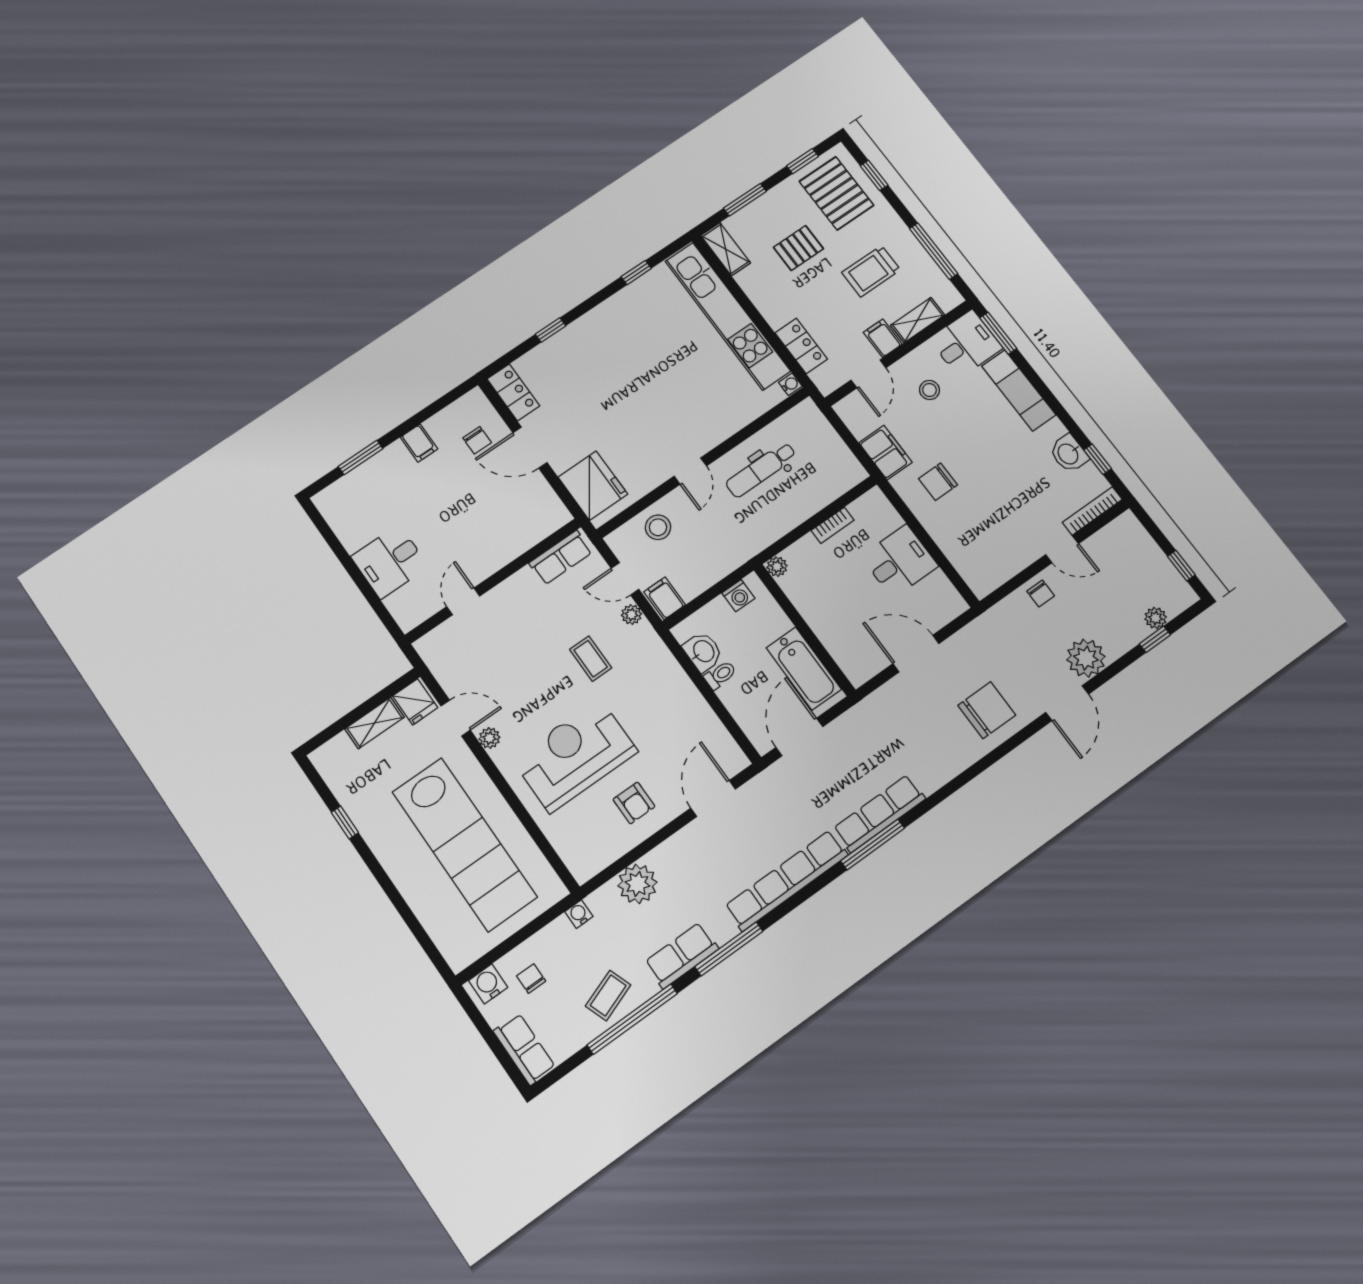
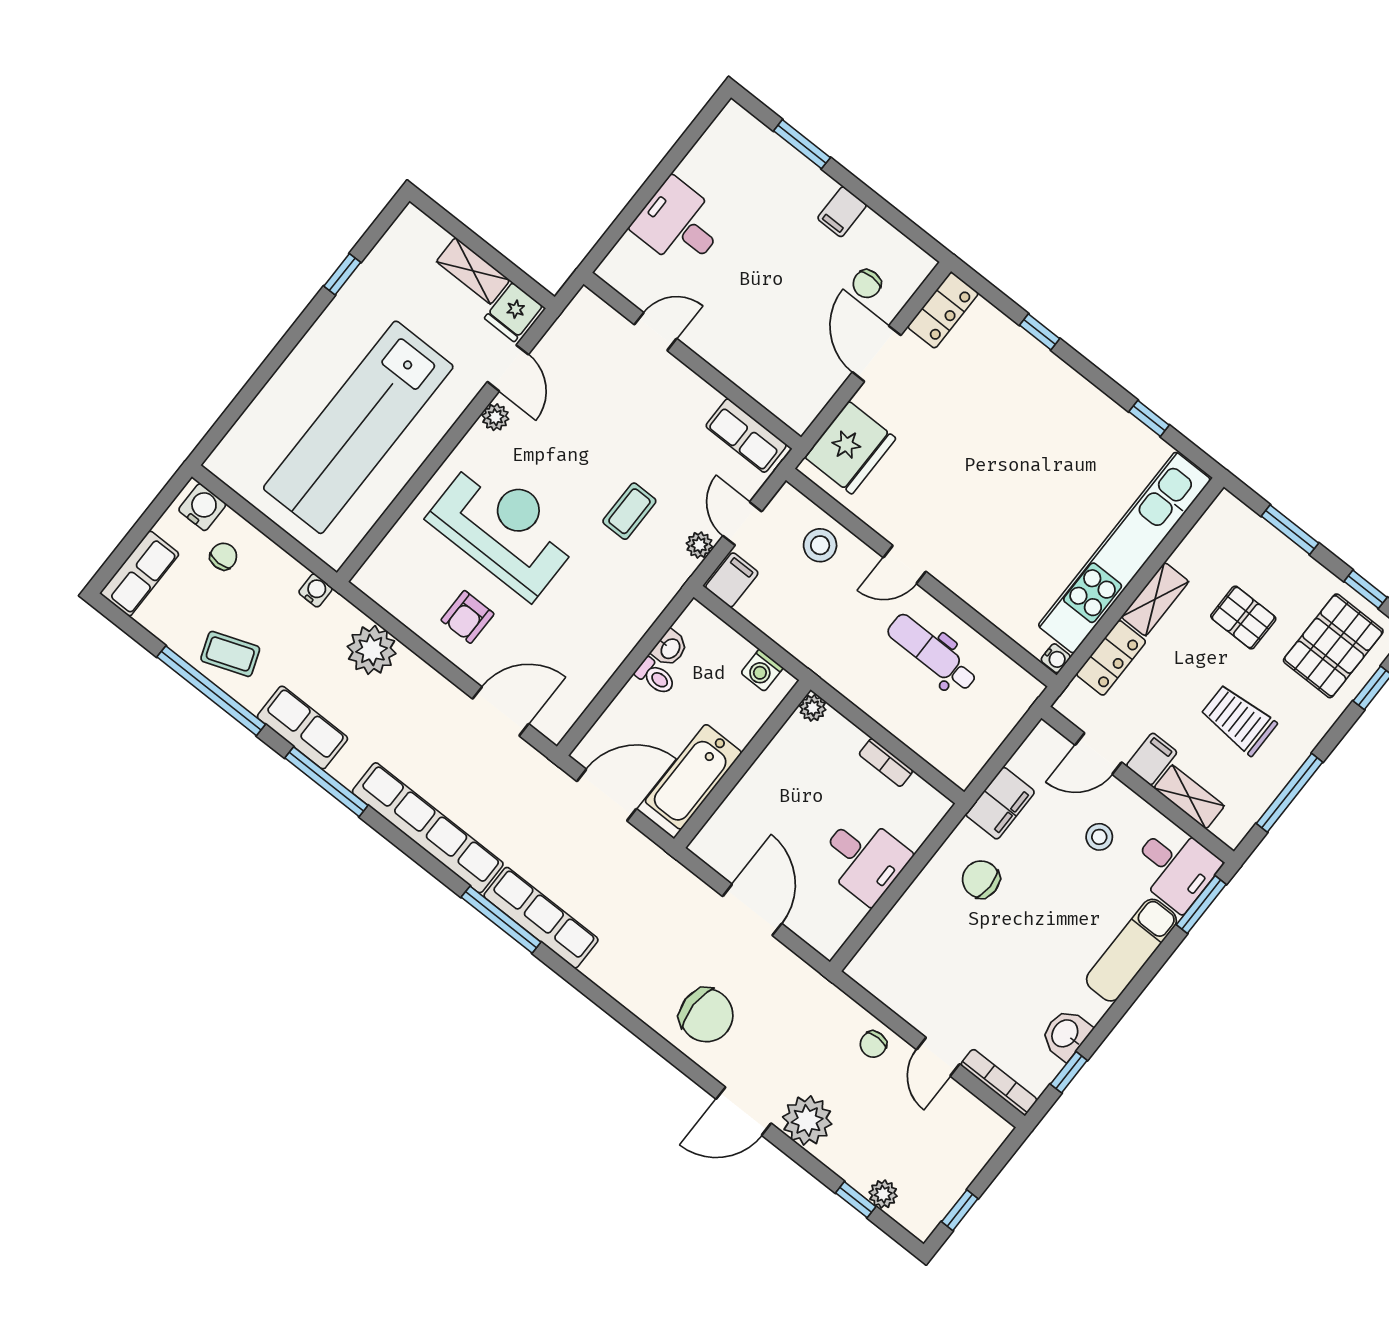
shelving: (726, 249) -> (1155, 599), moved
washbasin: (703, 652) -> (670, 648), width x0.72, depth x0.69

